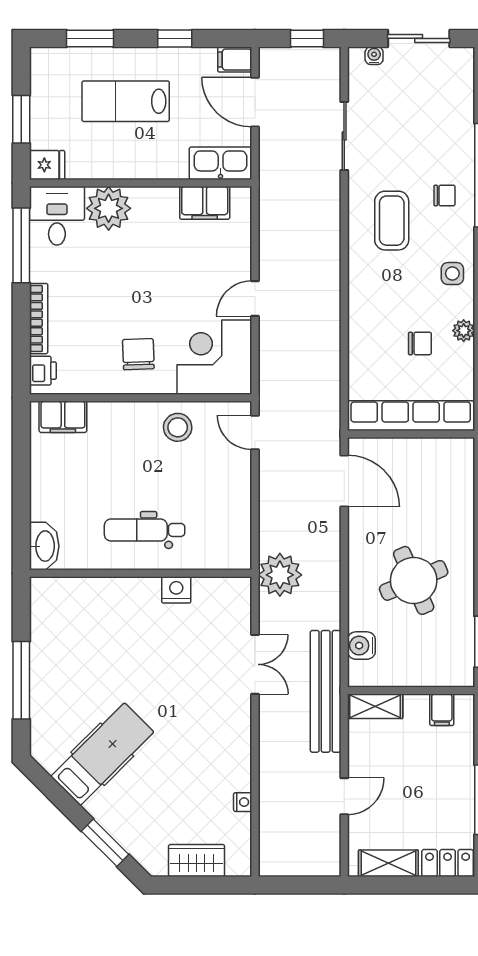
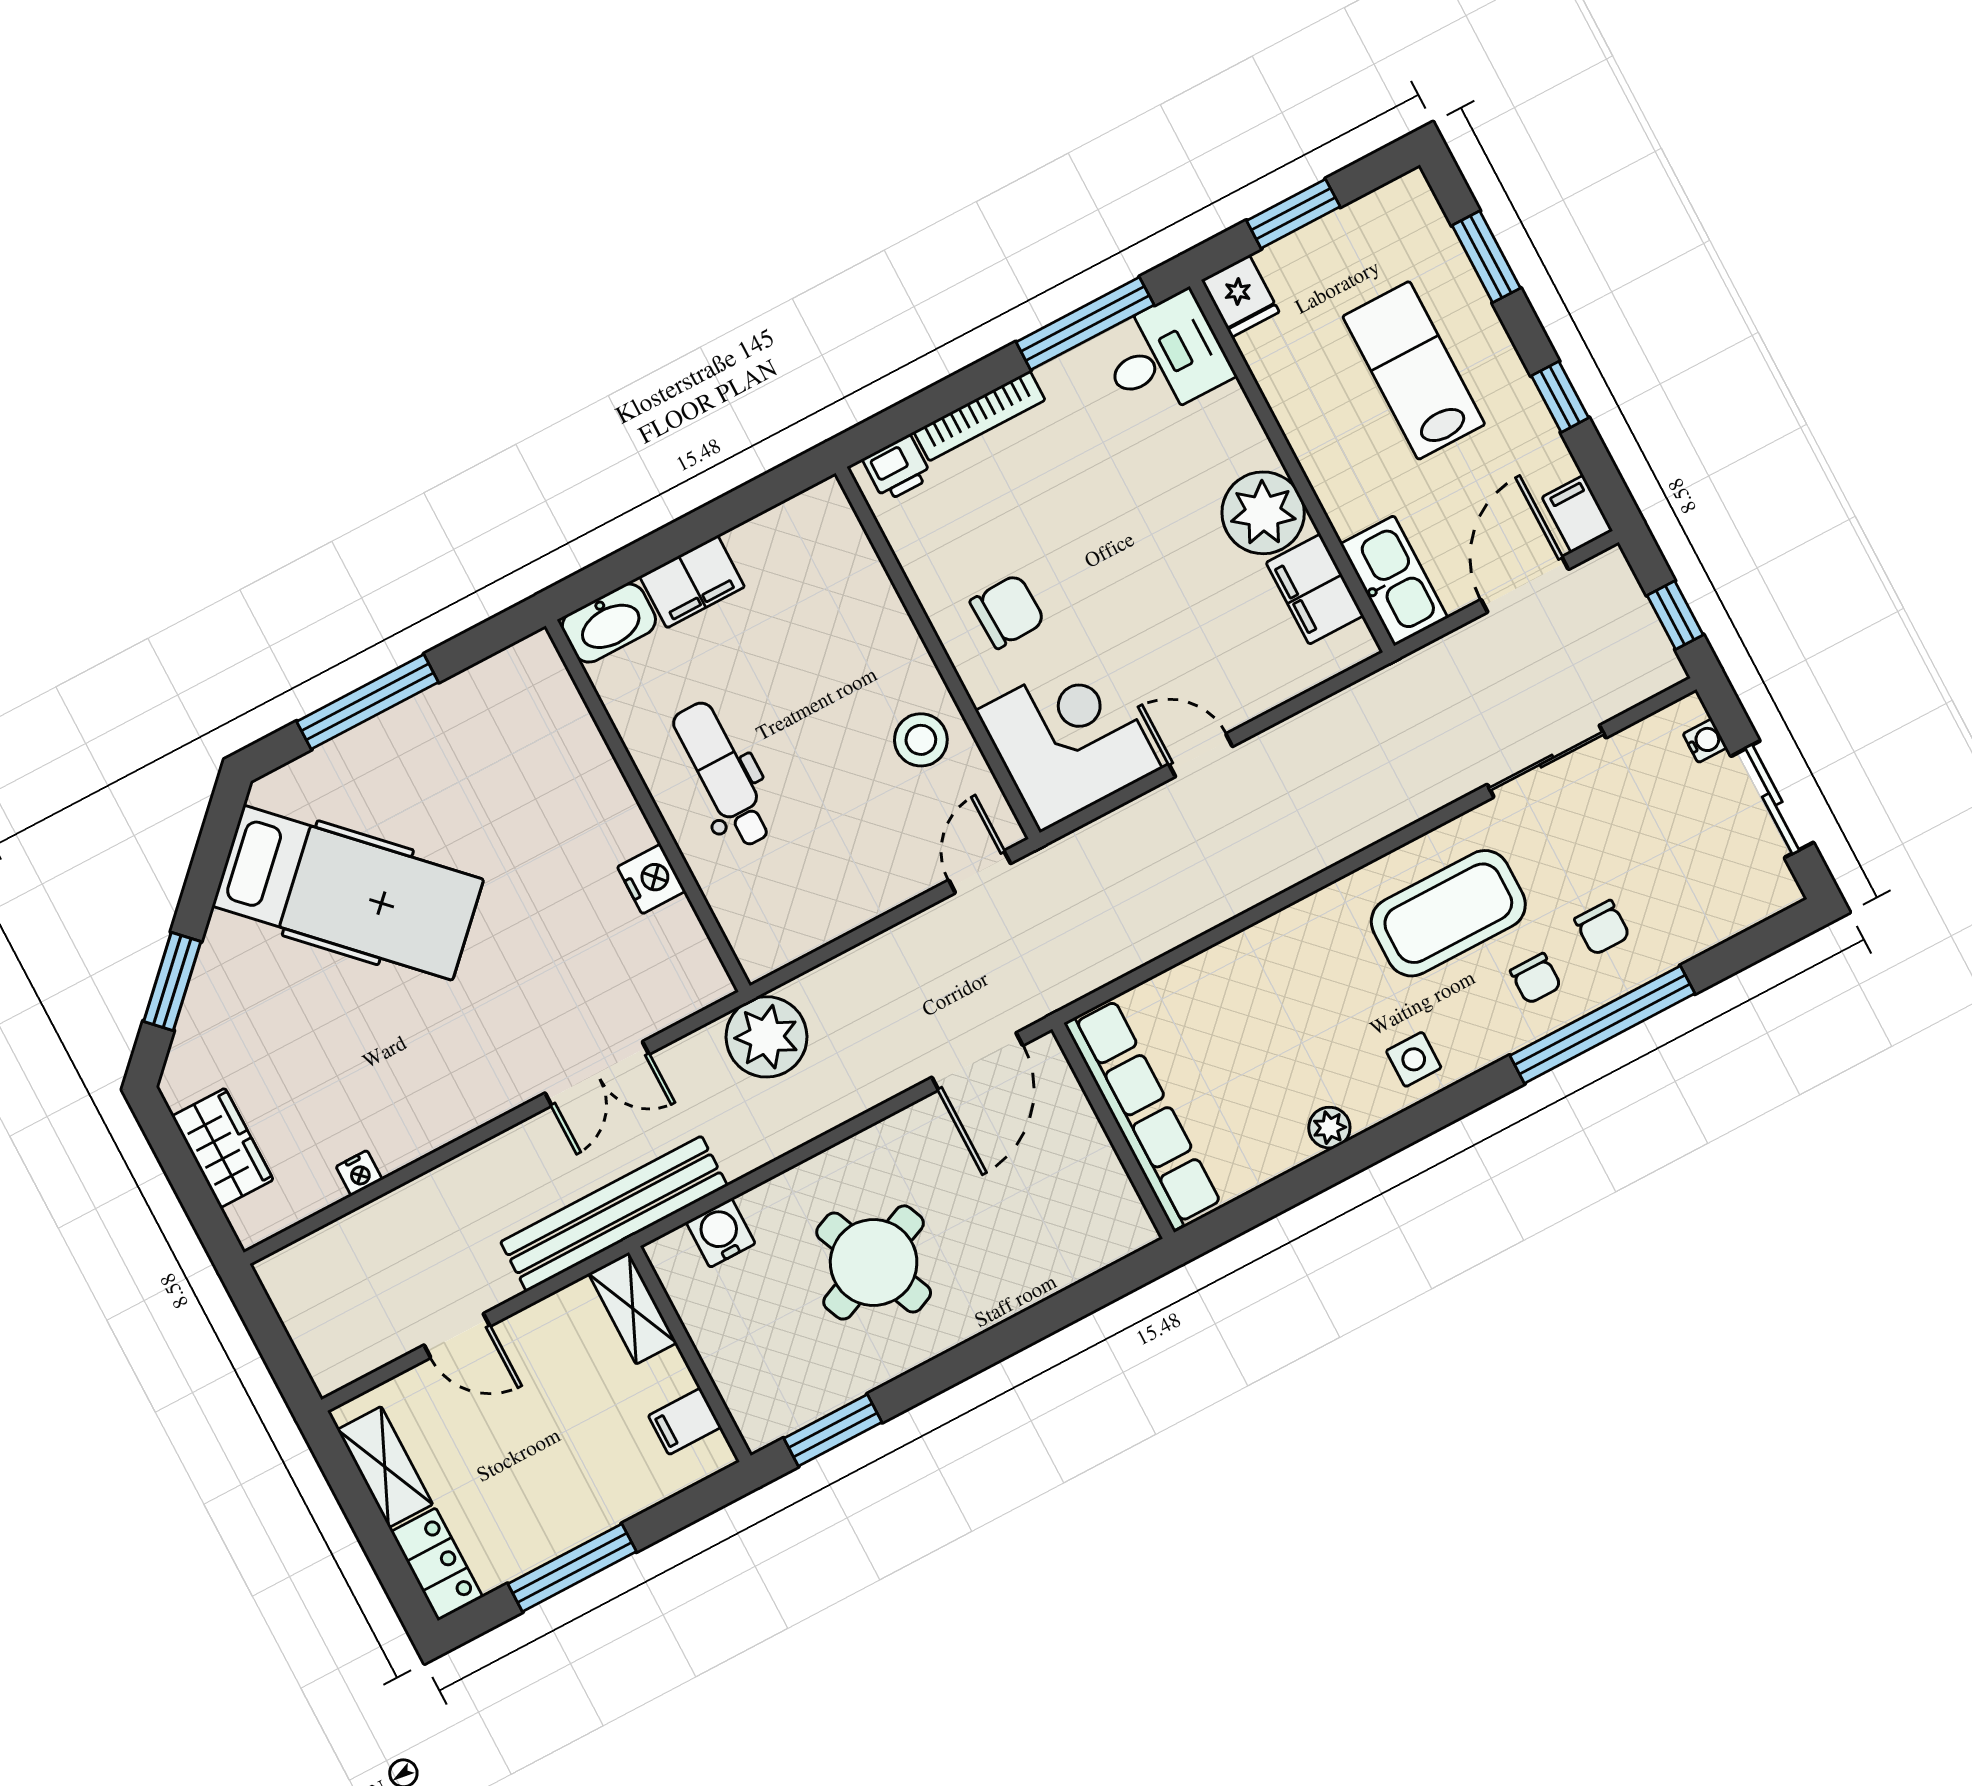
plant: (109, 208) -> (1263, 513), moved
coffee table: (392, 221) -> (1448, 913), width x1.36, depth x1.32
chair: (420, 343) -> (1602, 928), moved
filing cabinet: (63, 417) -> (692, 582), moved, turned -90
hospital bed: (102, 754) -> (348, 893), width x1.37, depth x1.29

